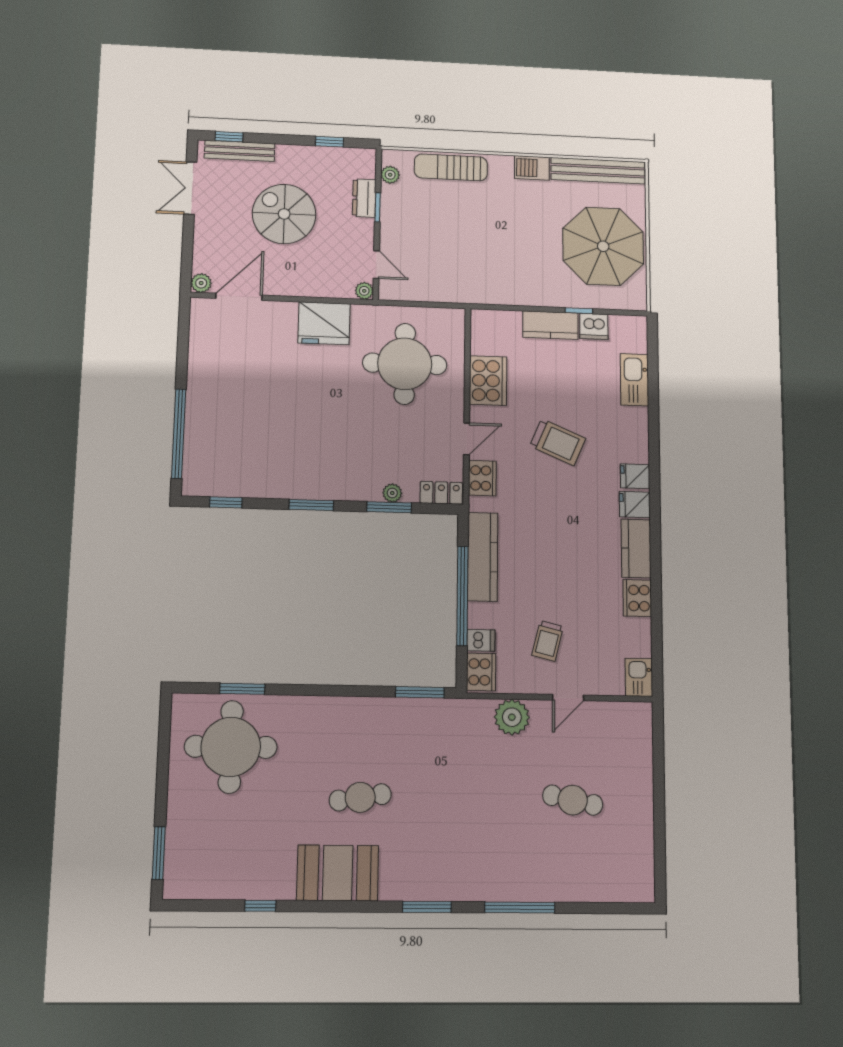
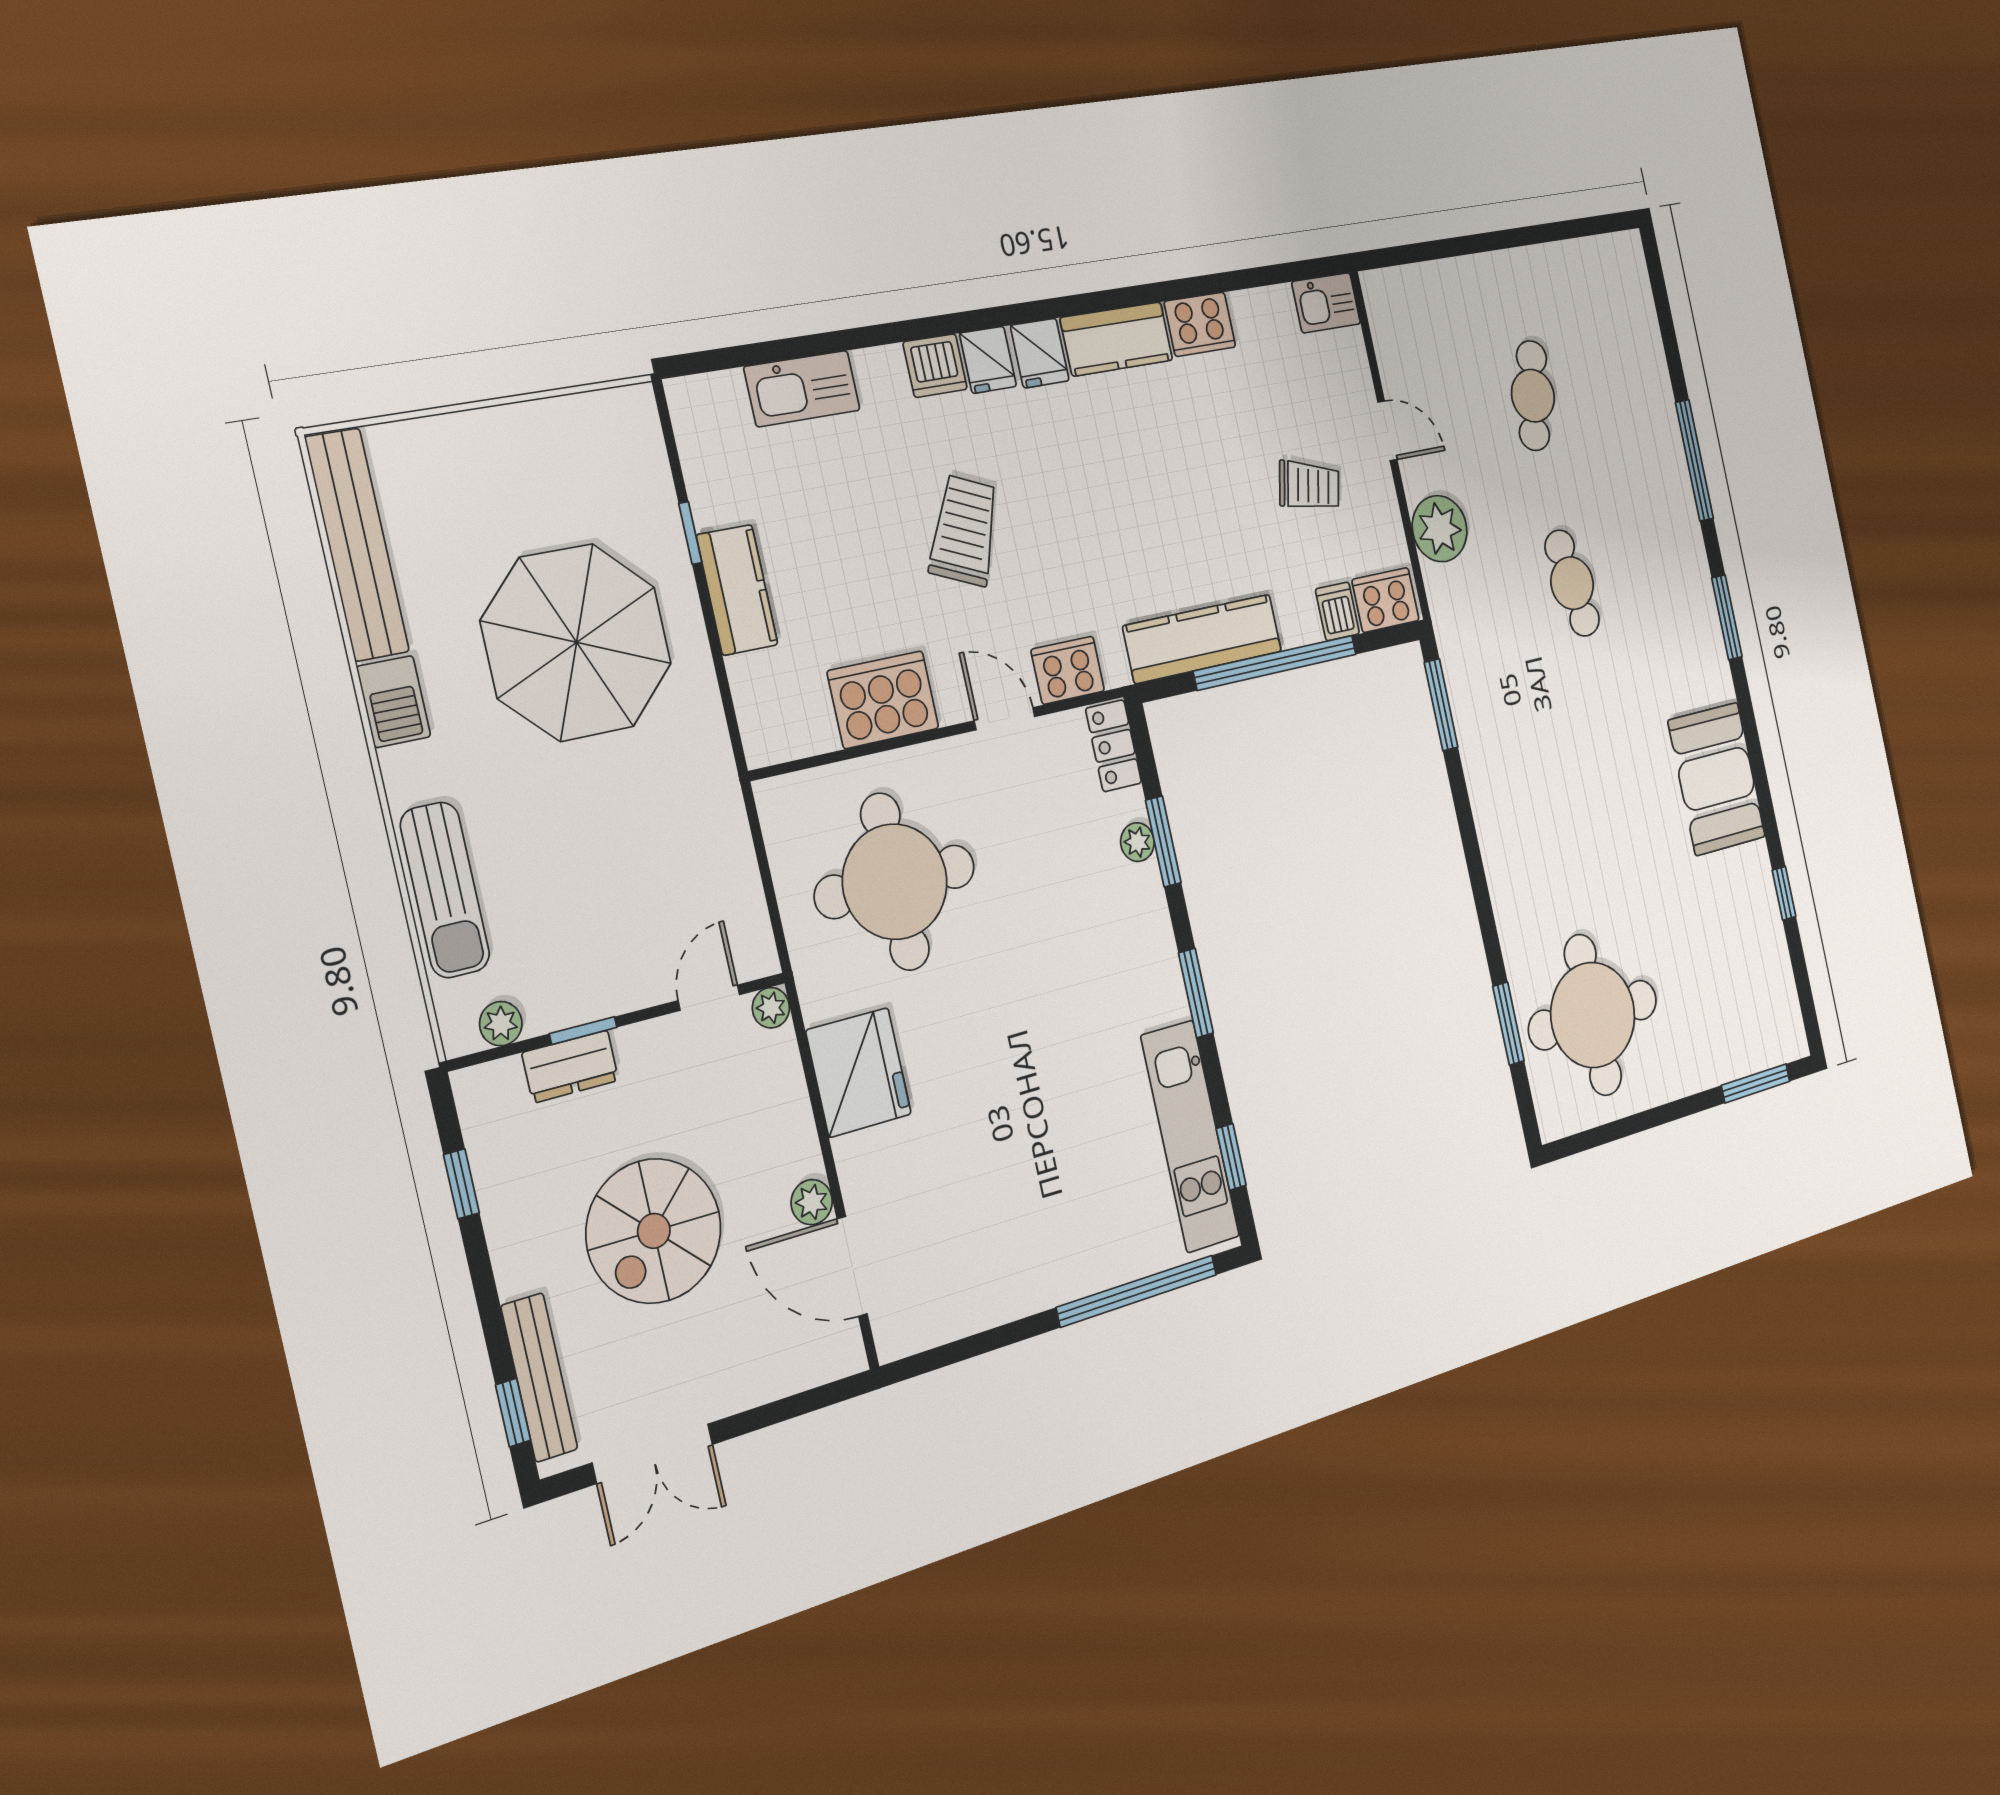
parasol: (603, 246) -> (577, 642), moved
plant: (201, 283) -> (812, 1202), moved
dishwasher: (594, 326) -> (935, 366), moved, turned 90
kitchen unit: (243, 482) -> (1190, 1136), added
cafe table: (360, 797) -> (1572, 583), moved

